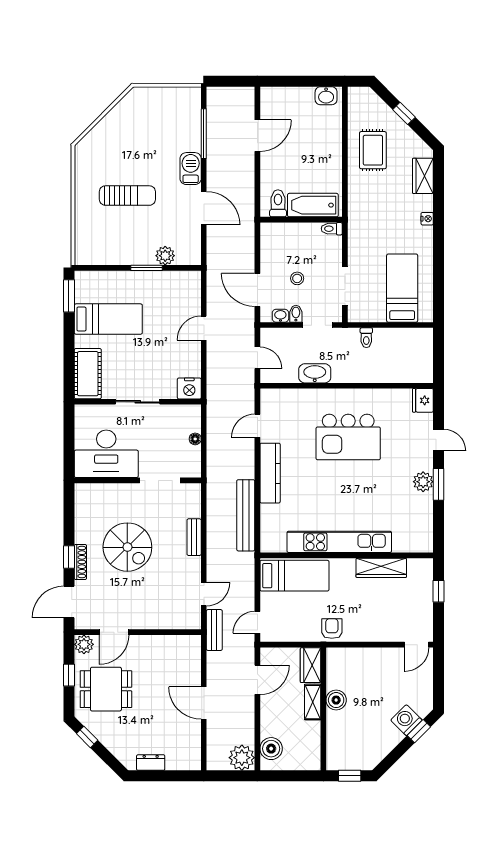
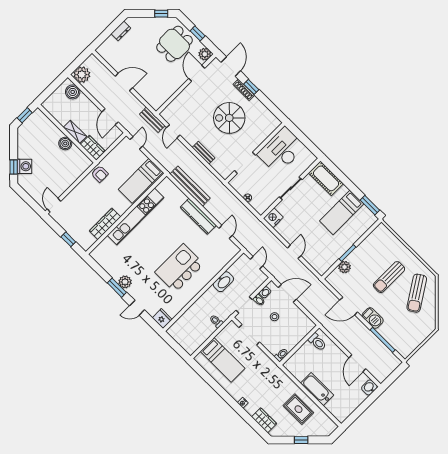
washbasin: (326, 96) -> (369, 387), moved
sun lounger: (115, 147) -> (417, 293), added
bathtub: (313, 205) -> (317, 389), moved, turned -90
door: (257, 358) -> (256, 263), swing flipped

